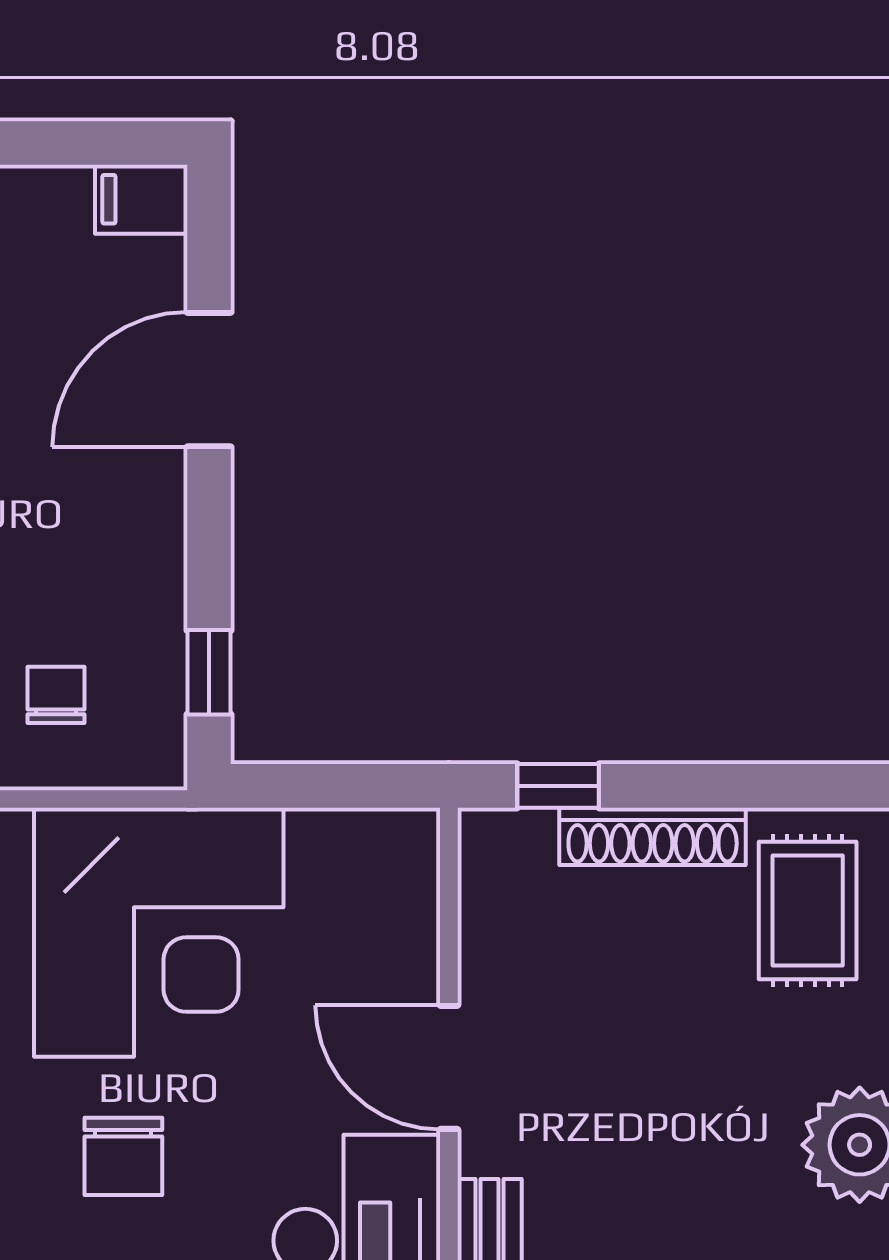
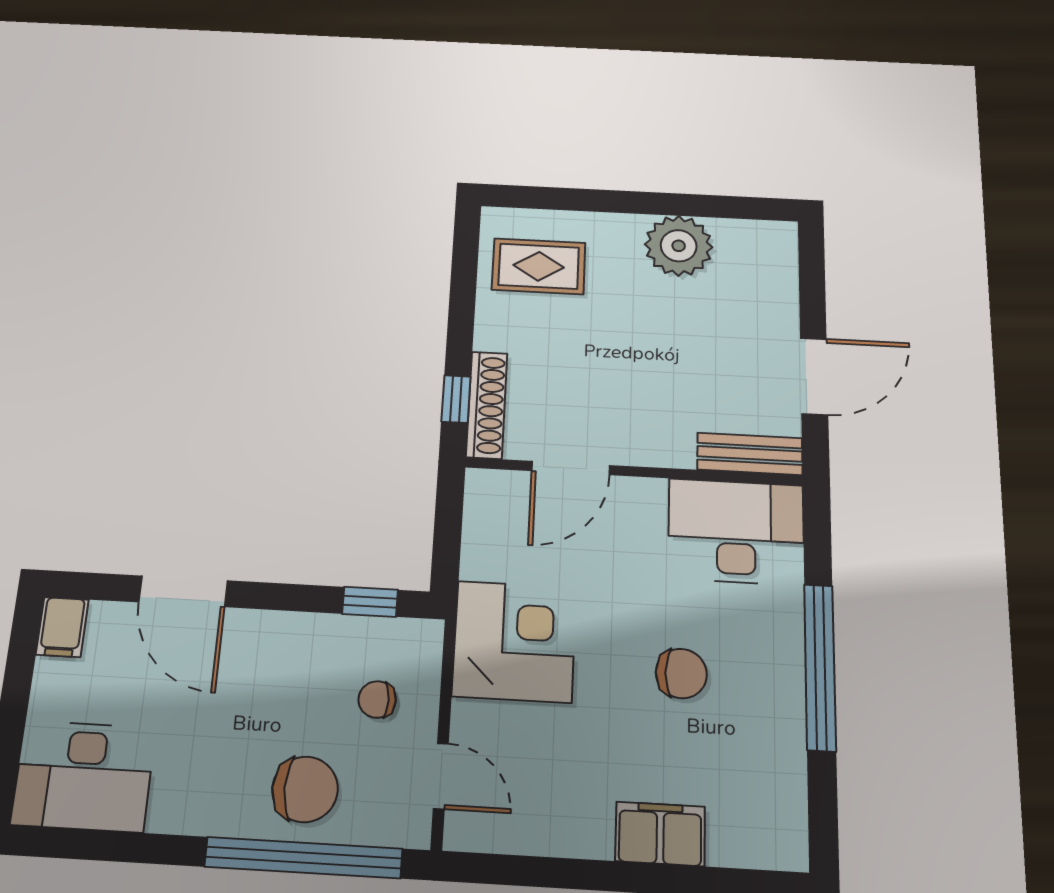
shoe rack: (653, 836) -> (487, 405), moved
corner desk: (159, 932) -> (514, 641), width x0.74, depth x0.74
door: (449, 1067) -> (571, 468), moved

